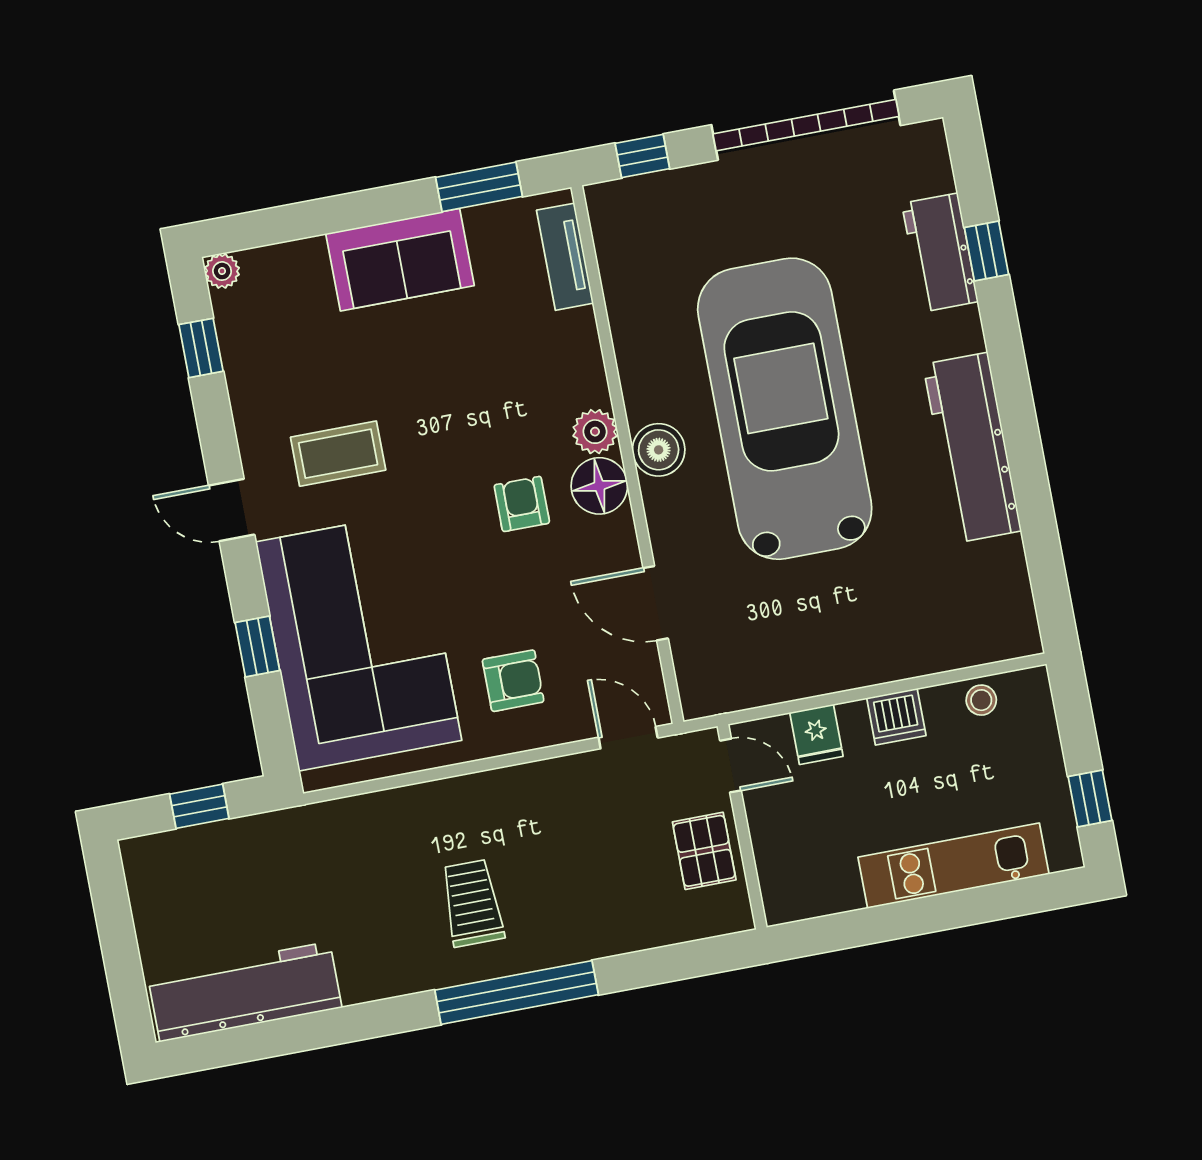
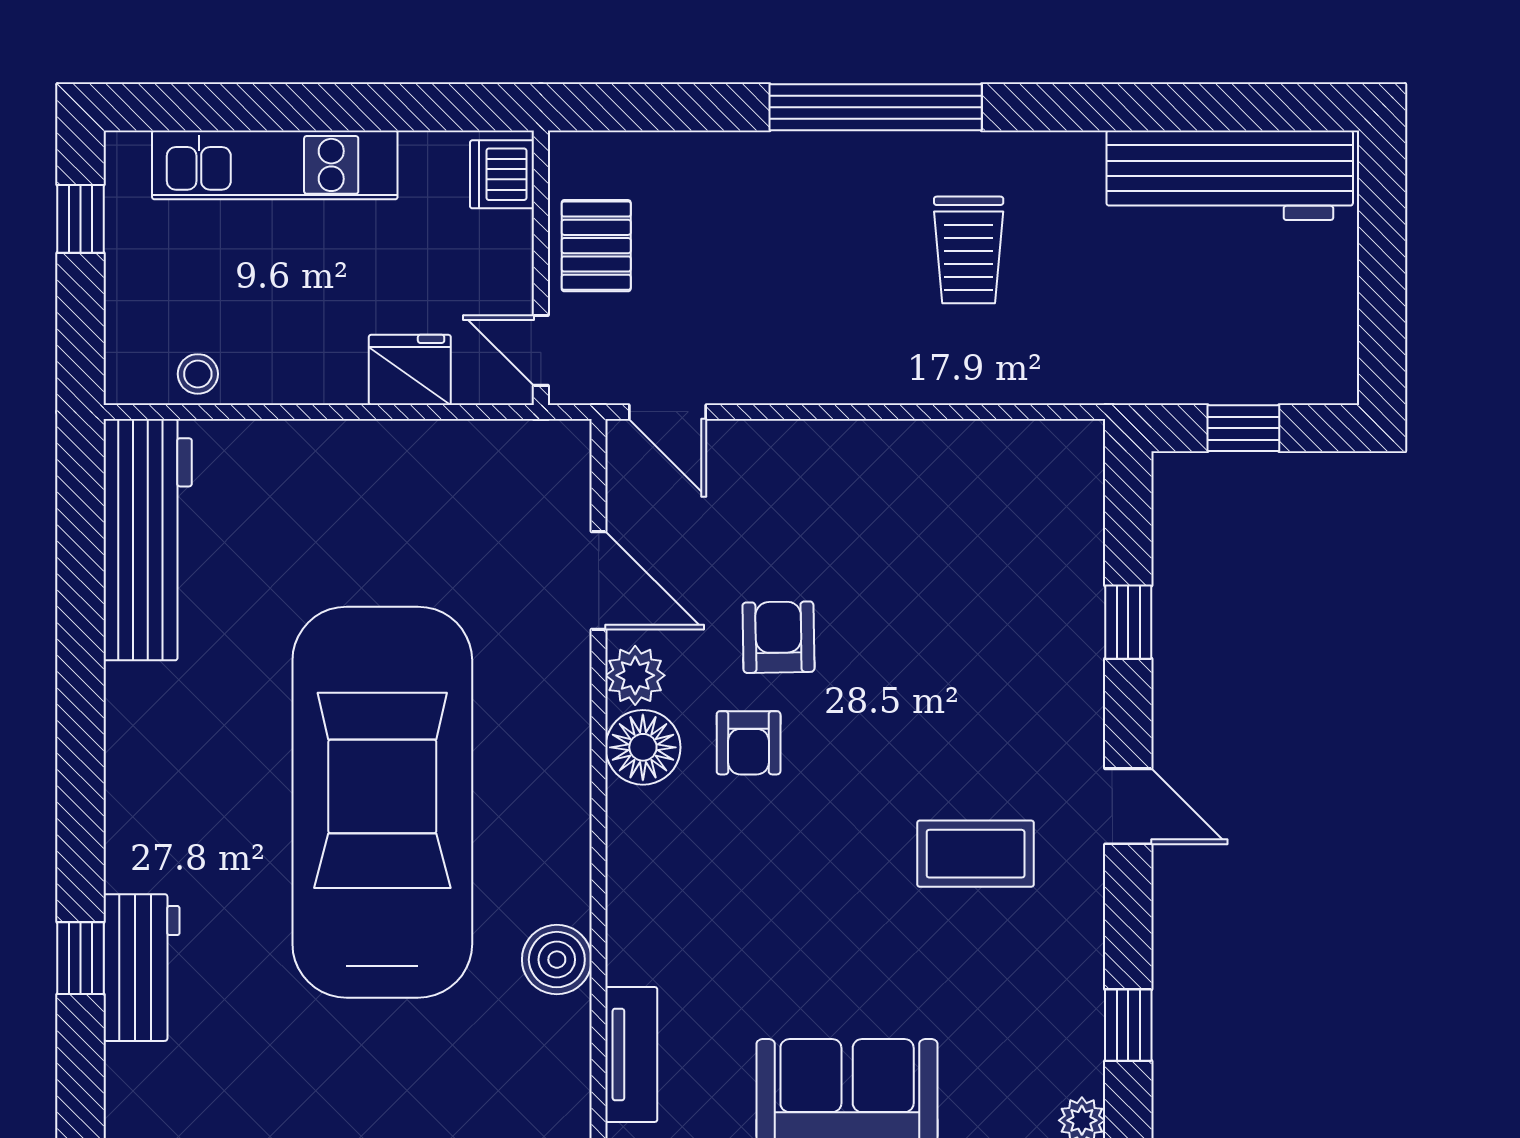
car: (785, 409) -> (382, 802), turned 180
plant: (595, 432) -> (635, 675), moved
workbench: (972, 448) -> (148, 540), moved
boiler: (659, 450) -> (557, 960), moved
corner sofa: (359, 641) -> (995, 604), removed
armchair: (513, 681) -> (778, 637), moved, turned 89
dishwasher: (896, 717) -> (502, 174), moved, turned -90
fridge: (816, 734) -> (410, 370), width x1.38
trolley: (472, 903) -> (969, 250), moved

